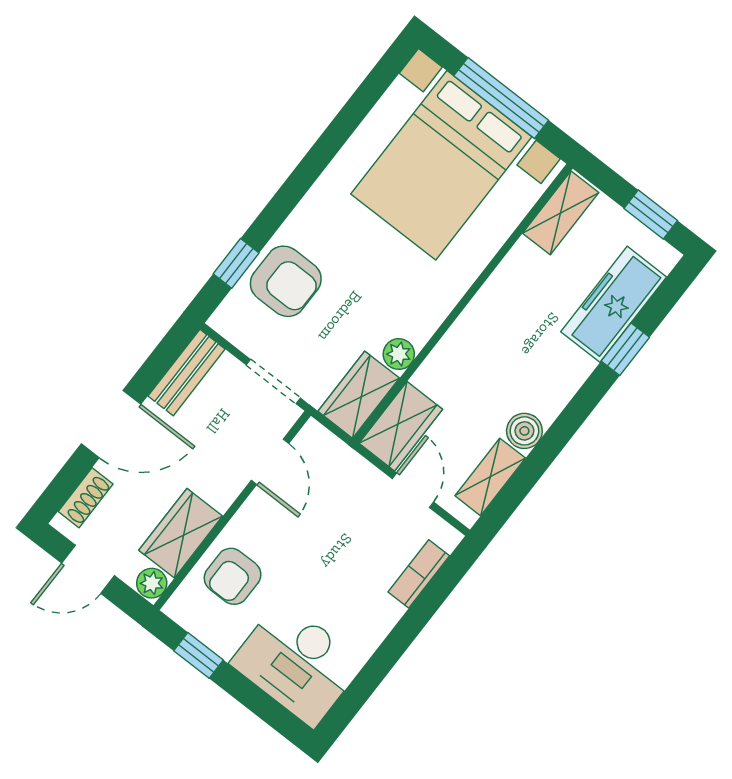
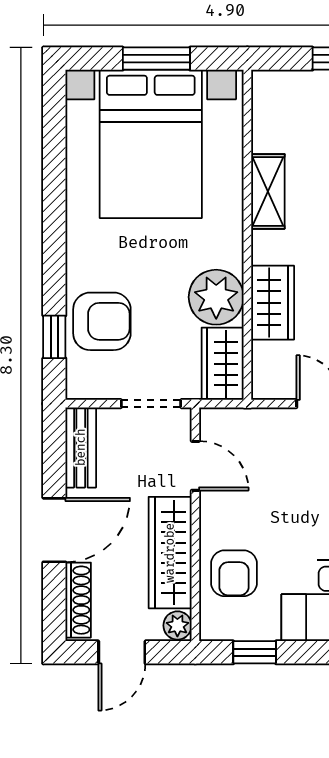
window: (501, 98) -> (156, 59), width x0.69
shelving: (561, 213) -> (268, 191), moved
plant: (399, 354) -> (216, 297), width x1.88, depth x1.88
wardrobe: (401, 426) -> (273, 303), moved
shoe rack: (86, 498) -> (78, 600), width x1.43
wardrobe: (181, 533) -> (170, 553), width x1.50

